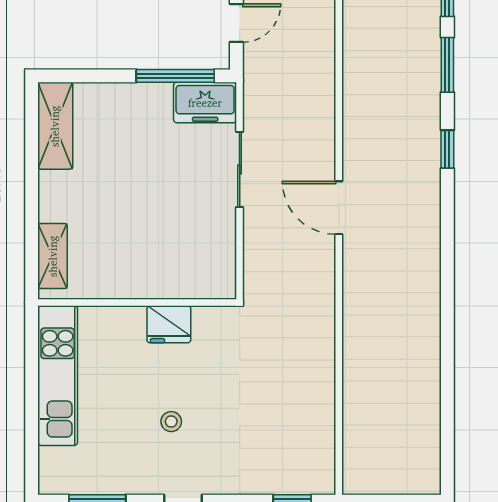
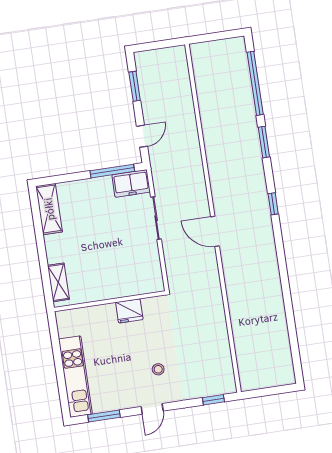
window: (447, 149) -> (273, 204), moved
kitchen unit: (58, 376) -> (75, 377), moved
stool: (171, 422) -> (158, 369), moved

